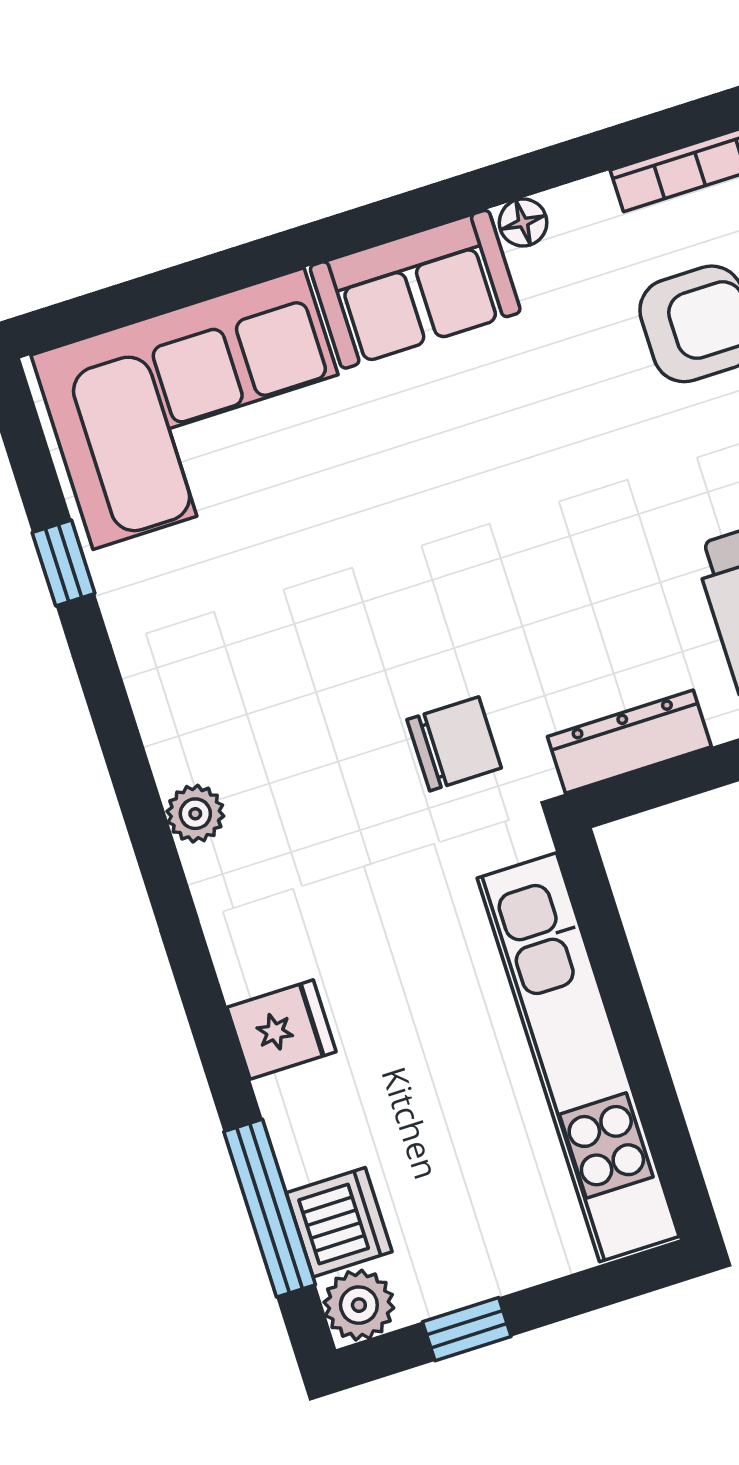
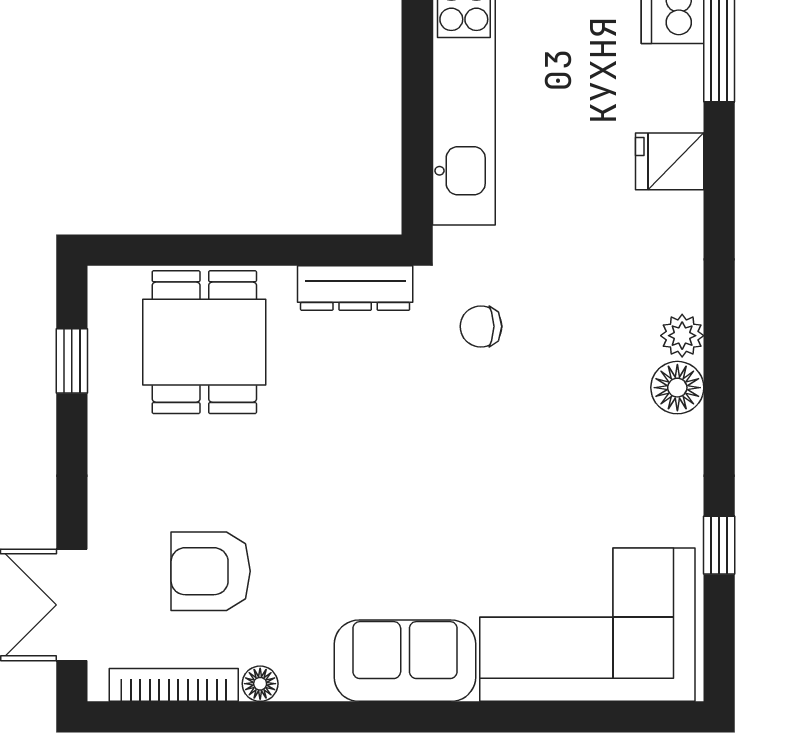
floor lamp: (523, 223) -> (260, 684), moved
chair: (454, 744) -> (481, 326), width x0.73, depth x0.73
floor lamp: (180, 746) -> (677, 388), added

